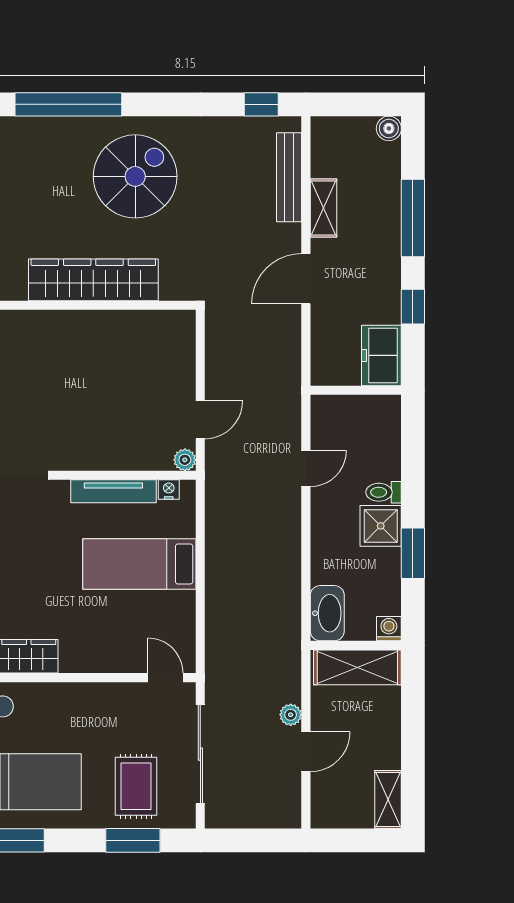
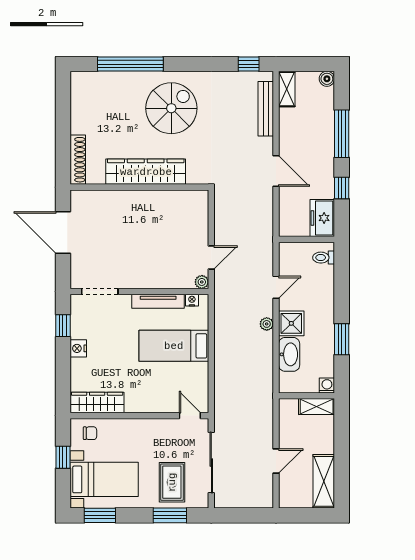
shelving: (323, 208) -> (287, 89), moved
door: (306, 279) -> (276, 171), swing flipped
toilet: (384, 492) -> (324, 258), moved
shower: (381, 526) -> (291, 323), moved
washbasin: (327, 613) -> (289, 354), moved
shelving: (357, 667) -> (317, 407), width x0.67, depth x0.75
plant: (291, 715) -> (267, 324), moved
shelving: (388, 799) -> (324, 481), width x1.50, depth x1.33

